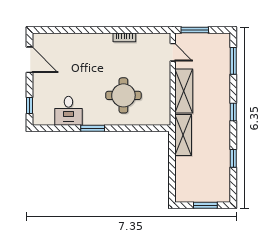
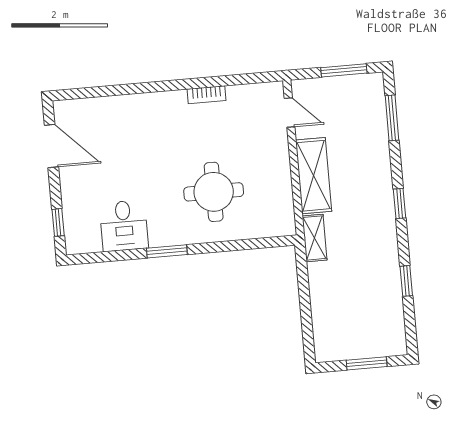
window: (195, 30) -> (344, 70), moved
shelving: (183, 135) -> (315, 238), width x0.67, depth x0.75

